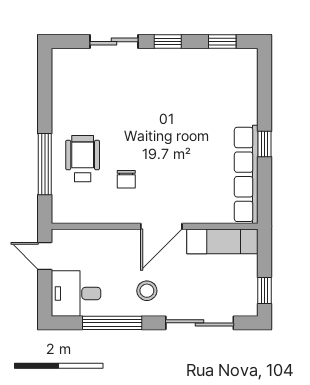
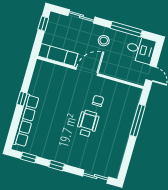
sliding door: (114, 42) -> (96, 177), moved
wheelchair: (83, 159) -> (88, 123), moved, turned 180
row of seats: (246, 174) -> (26, 120), moved
sliding door: (200, 323) -> (81, 16), width x0.73

